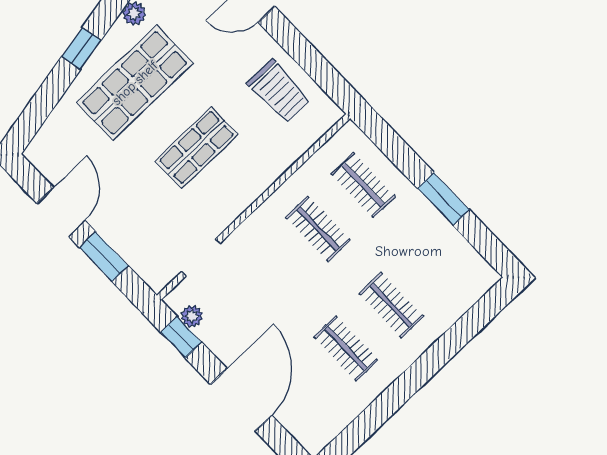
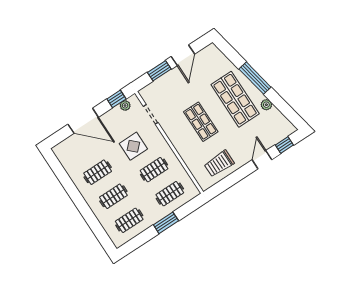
window: (81, 49) -> (255, 78), width x2.17
window: (443, 199) -> (166, 223), moved
door: (61, 212) -> (183, 55), hinge flipped
clothes rail: (436, 262) -> (129, 220), added
display table: (276, 282) -> (133, 146), added

